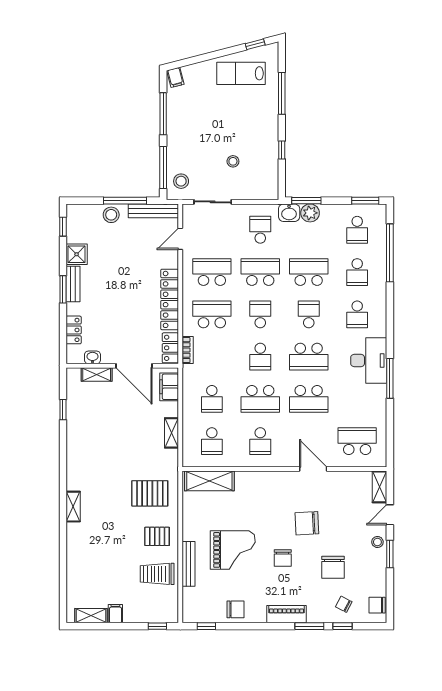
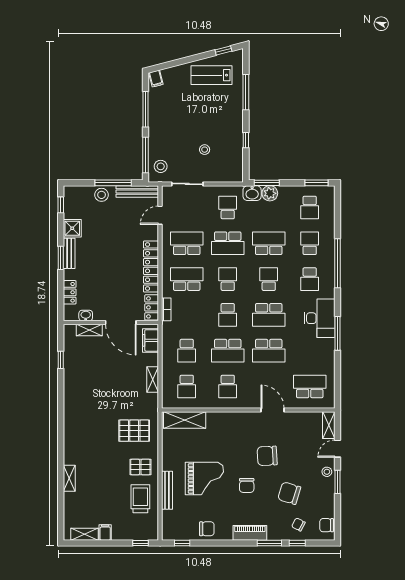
window: (390, 253) -> (337, 263), moved
school desk: (260, 272) -> (228, 243), turned 180
school desk: (357, 272) -> (310, 243), turned 180
shelving: (73, 507) -> (69, 478), moved
chair: (333, 567) -> (289, 493), turned 107
trolley: (157, 574) -> (140, 499), turned 90

